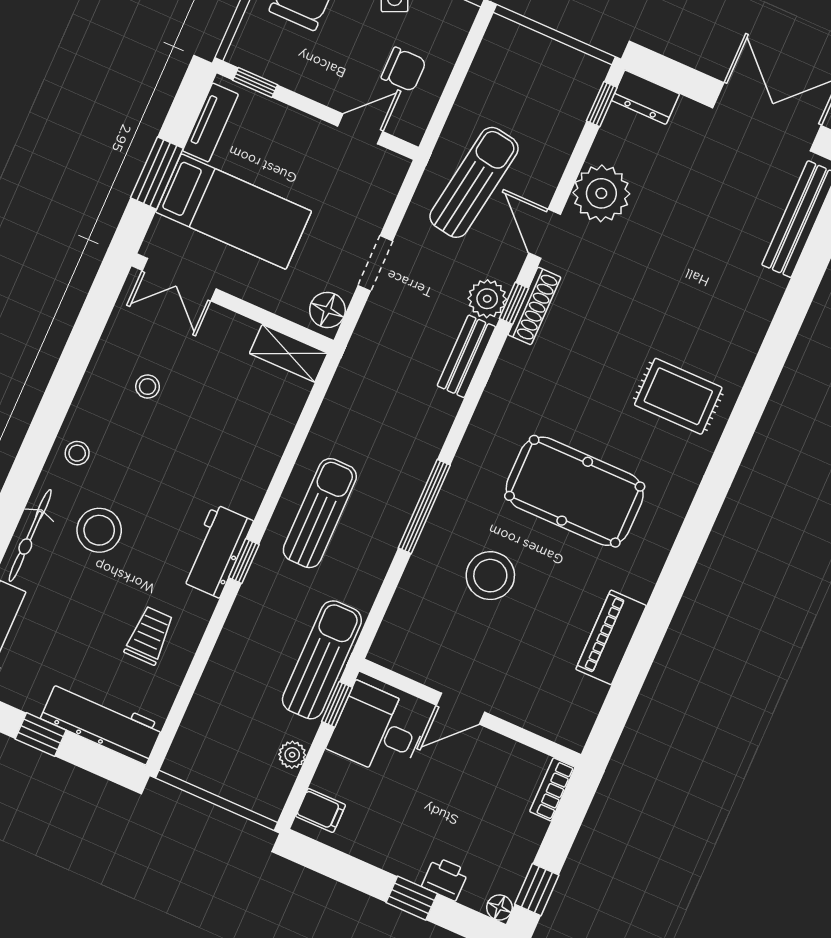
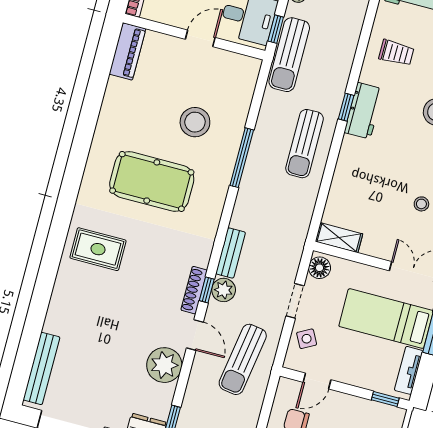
side table: (366, 199) -> (307, 339), added
trolley: (149, 636) -> (396, 53), turned -90
piano: (611, 637) -> (127, 51), moved

